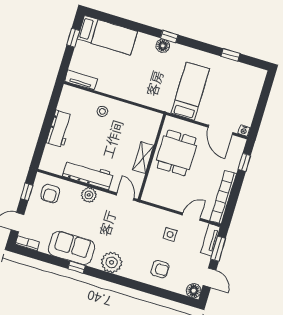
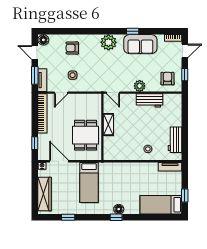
wardrobe: (252, 94) -> (45, 194), added
workbench: (59, 129) -> (175, 140), moved
workbench: (88, 174) -> (149, 100), width x0.73

